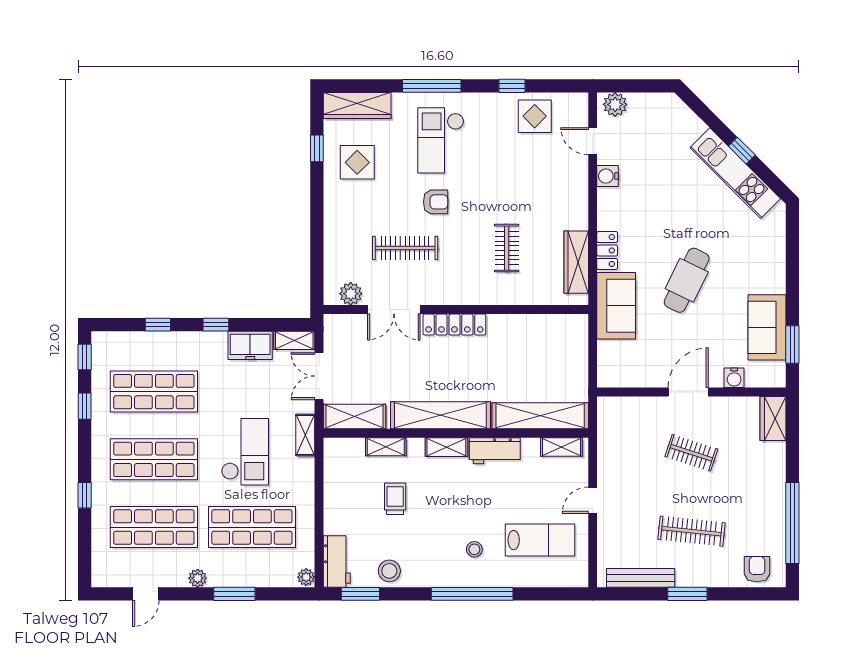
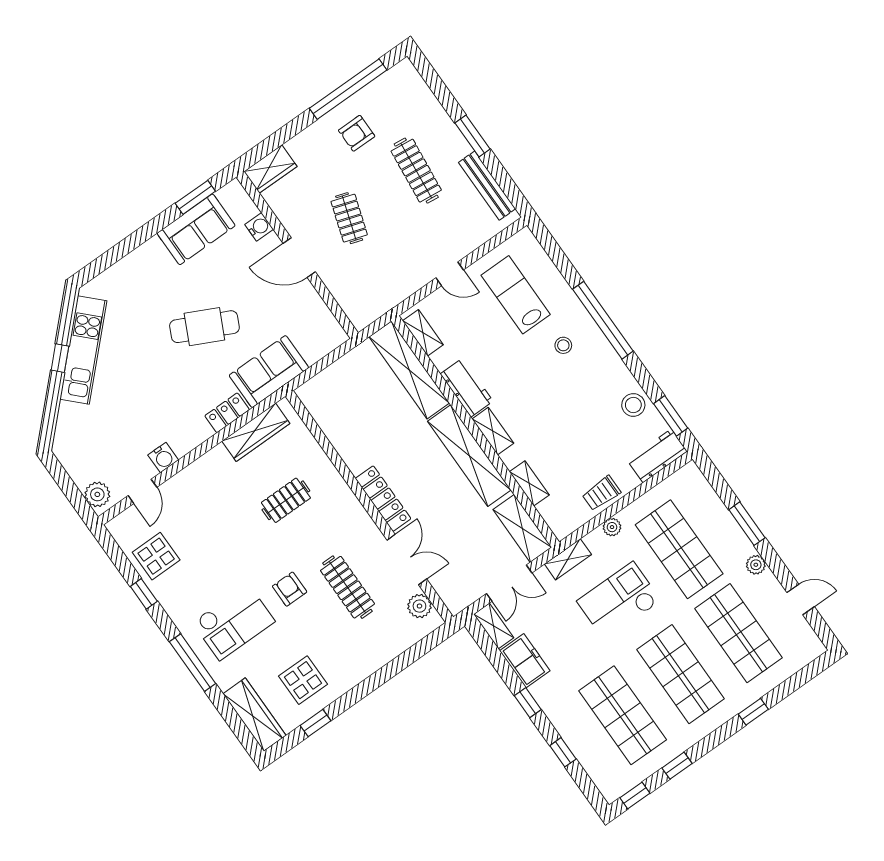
trolley: (395, 499) -> (601, 493), moved
armchair: (757, 569) -> (357, 133), moved
plant: (306, 577) -> (612, 527), moved

